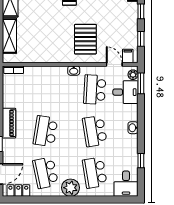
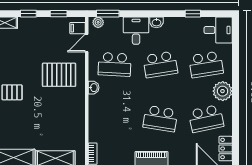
desk: (125, 92) -> (136, 31), moved

